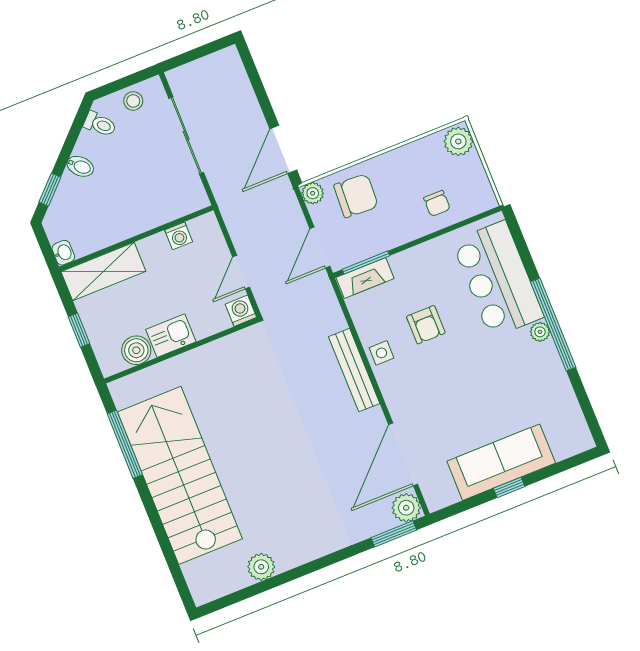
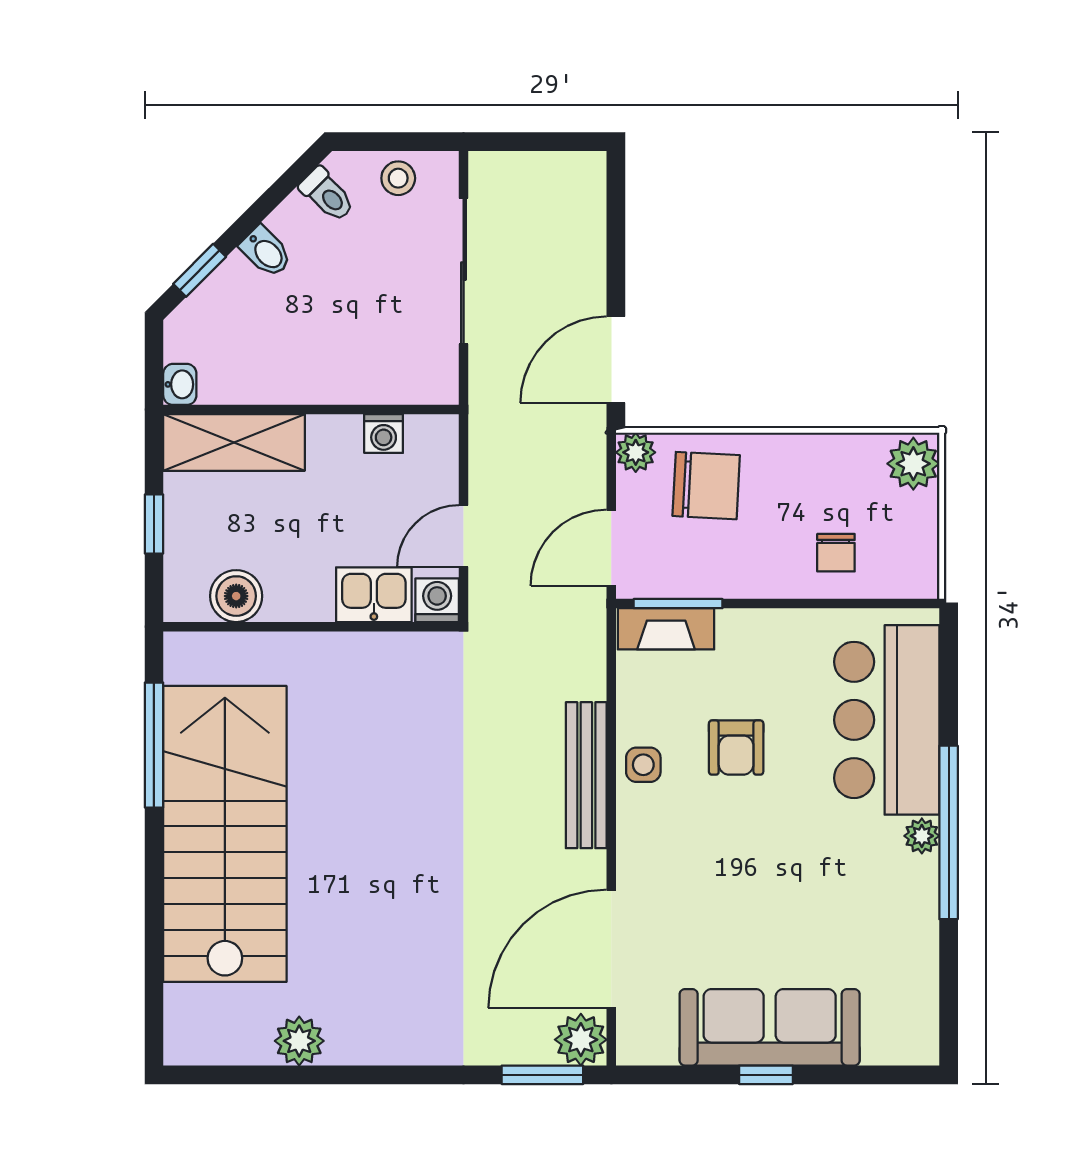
kitchen sink: (171, 336) -> (374, 595), moved

